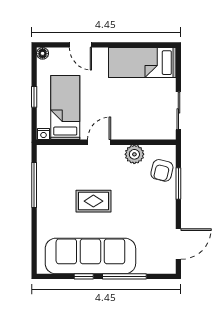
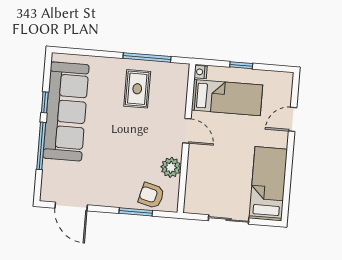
floor lamp: (43, 53) -> (287, 78), removed
sliding door: (178, 111) -> (229, 219), moved
rug: (93, 201) -> (137, 89), moved

